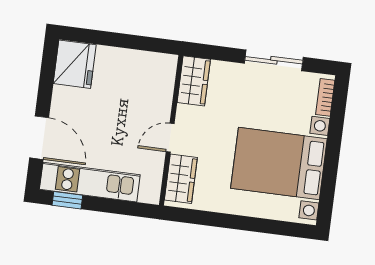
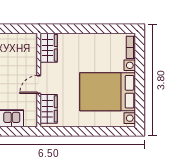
sliding door: (274, 60) -> (96, 29), removed

